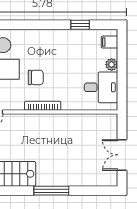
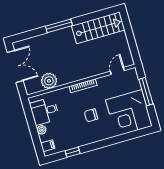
chair: (36, 77) -> (91, 115), moved
plant: (84, 124) -> (49, 81), added
double door: (122, 155) -> (15, 66), width x1.37

